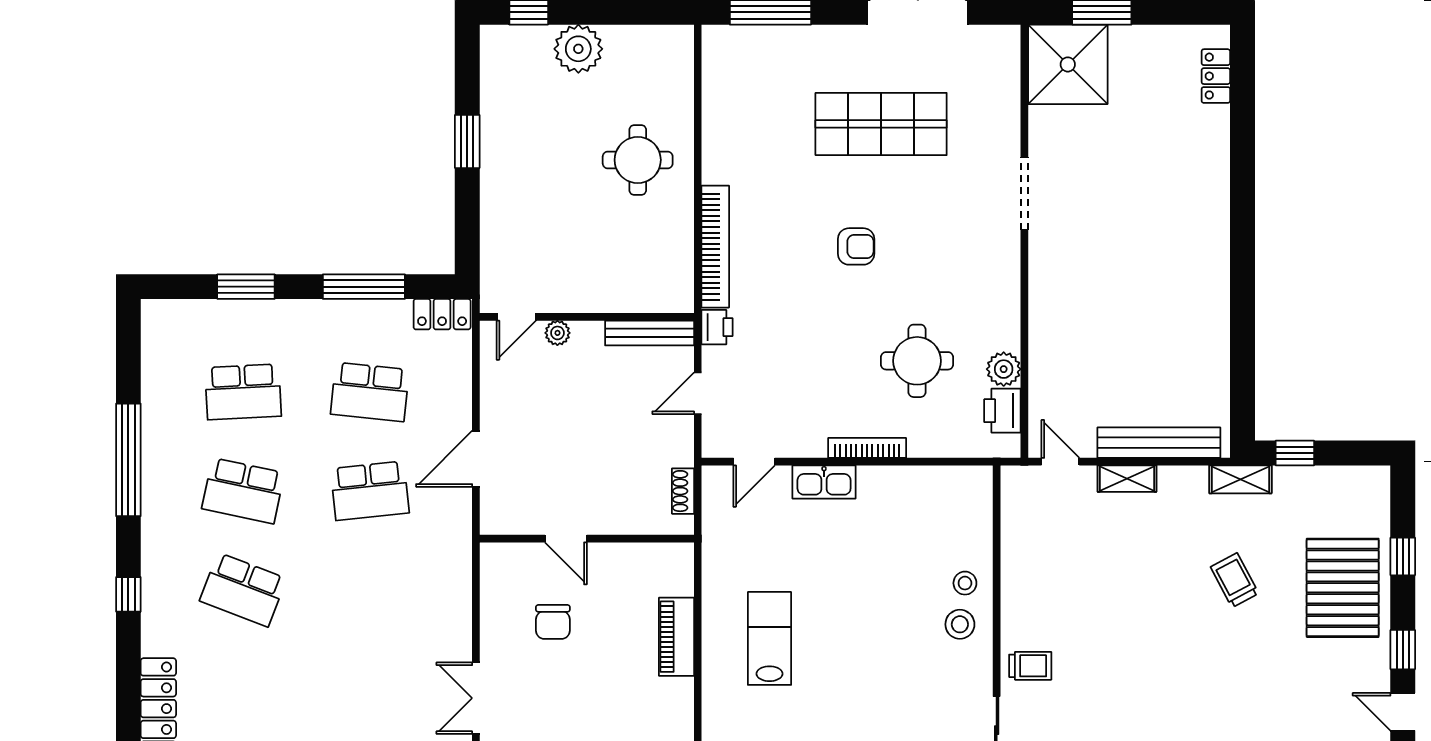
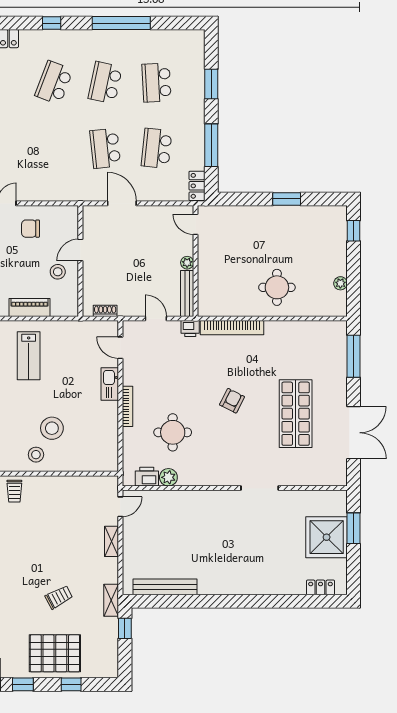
plant: (578, 49) -> (340, 283), moved, width x0.53, depth x0.53
shower: (1068, 64) -> (327, 537), moved
armchair: (856, 246) -> (232, 401), turned -153
plant: (557, 333) -> (187, 263), moved
bench: (1159, 443) -> (165, 587), moved, turned 90
stool: (608, 582) -> (58, 272), added
stool: (965, 583) -> (52, 428), moved, width x1.89, depth x1.89
chair: (553, 622) -> (31, 229), moved
lab bench: (770, 638) -> (29, 356), turned 90

